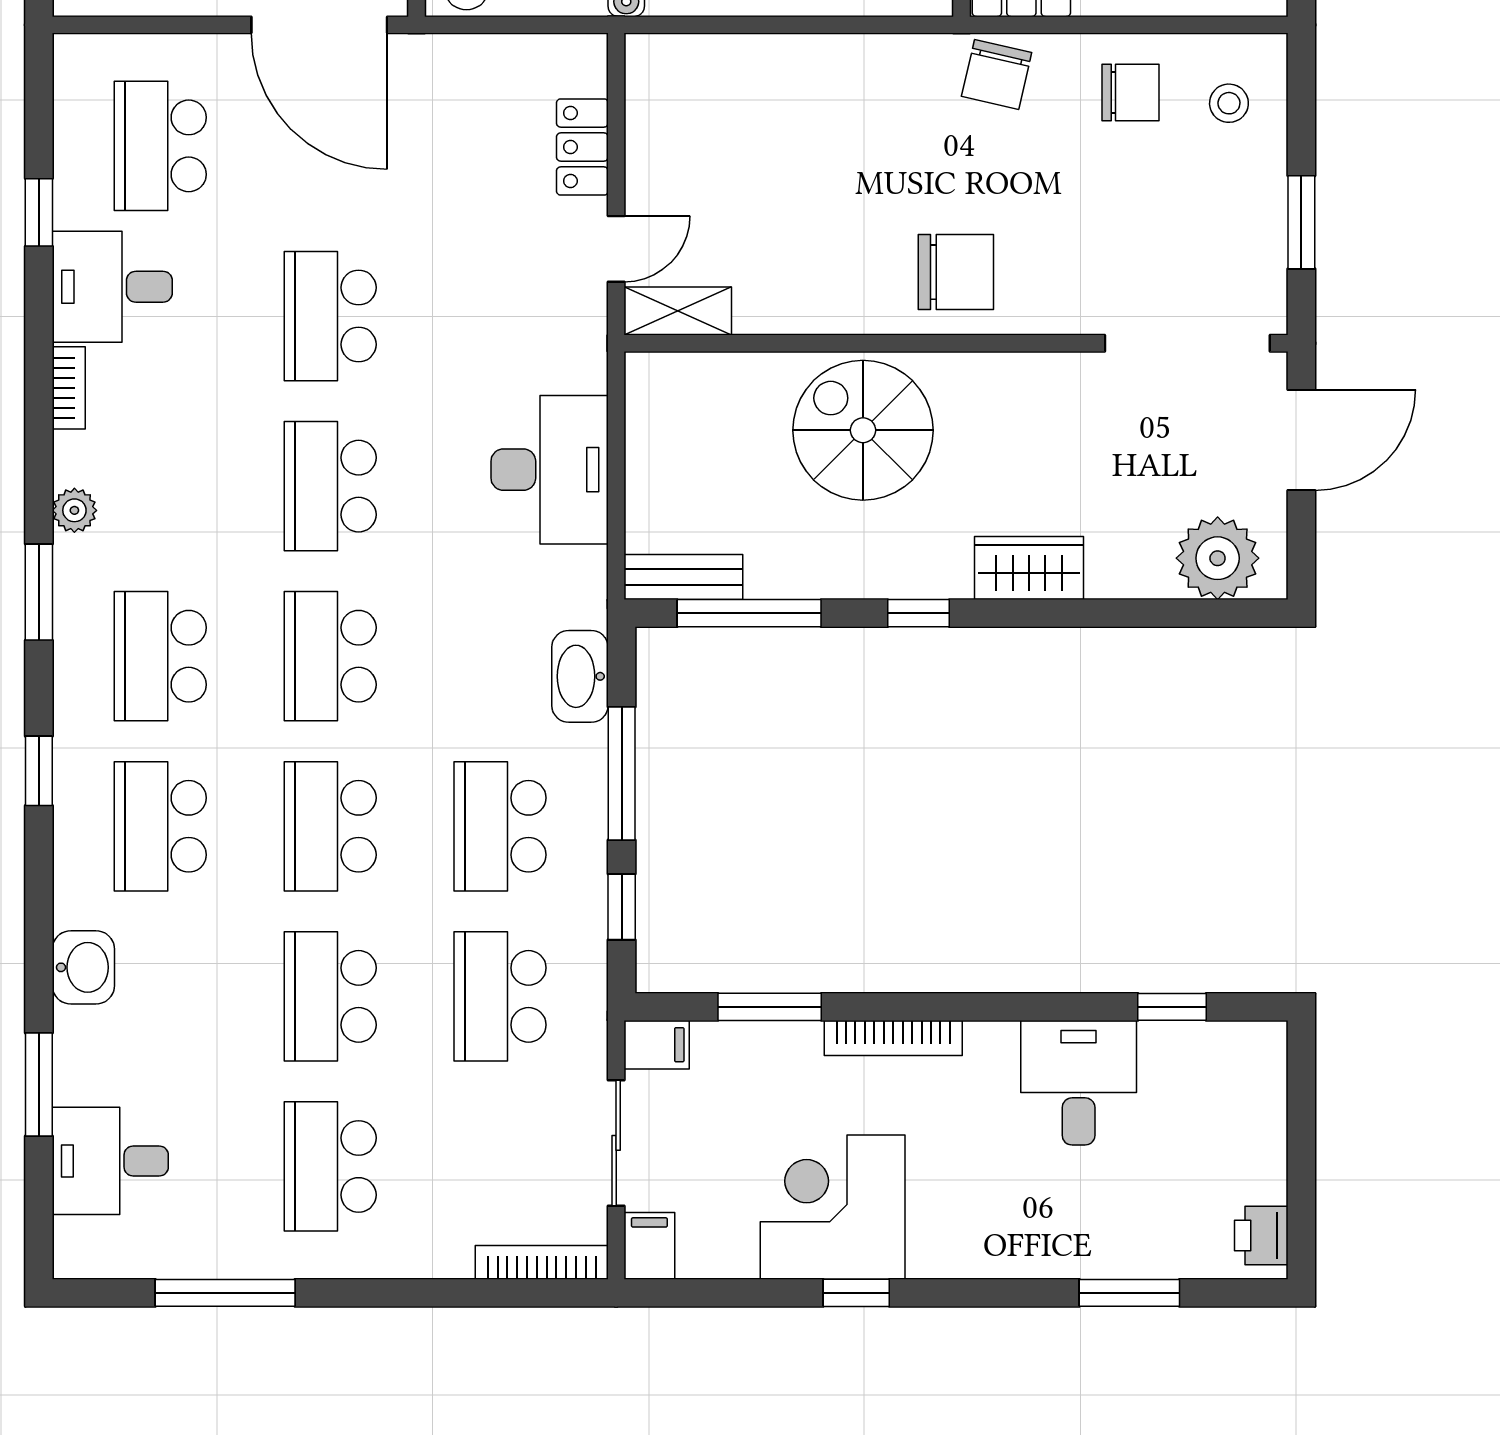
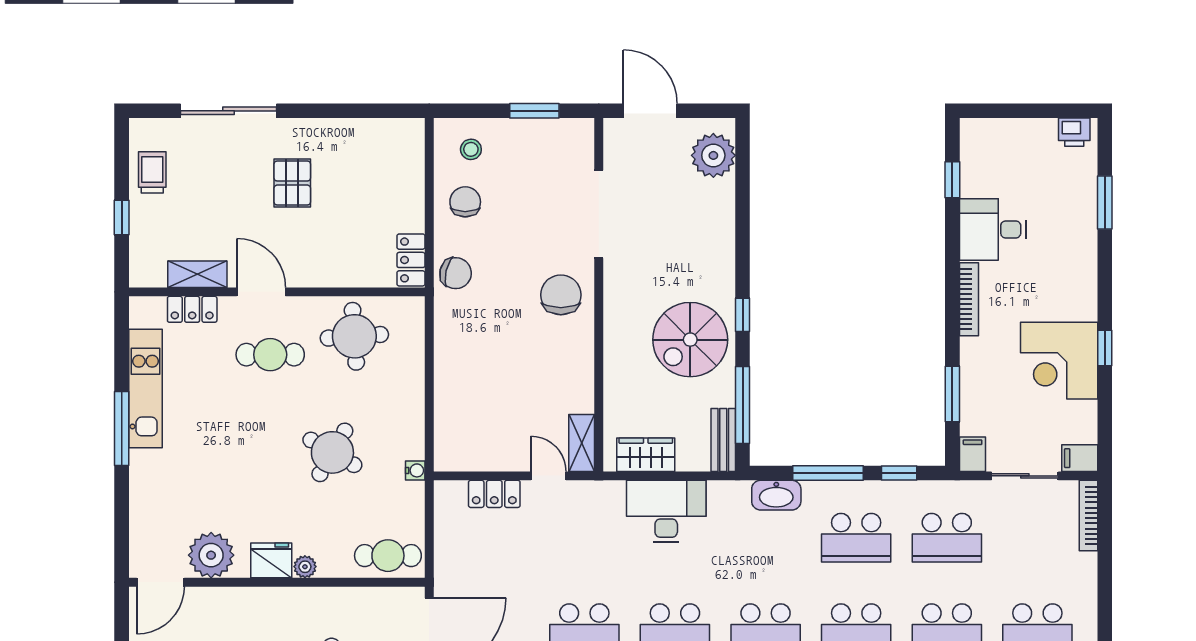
doorway: (1187, 343) -> (599, 214), moved
spiral stairs: (863, 430) -> (690, 340), moved
wardrobe: (1029, 568) -> (646, 455), moved, turned 90
bookcase: (893, 1038) -> (969, 299), moved

